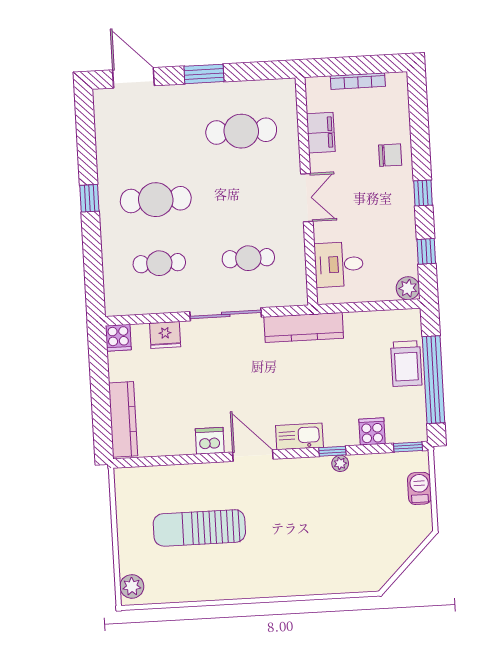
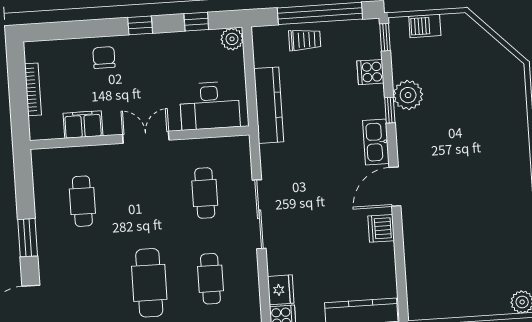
cafe table: (241, 131) -> (82, 201), width x0.73, depth x0.74
desk: (339, 264) -> (210, 106), width x1.37
kitchen counter: (304, 327) -> (269, 105), moved
fridge: (165, 335) -> (281, 290), moved
trolley: (406, 364) -> (305, 40), width x0.73, depth x0.72
plant: (340, 463) -> (408, 95), width x1.87, depth x1.87
sun lounger: (199, 528) -> (465, 237), removed

